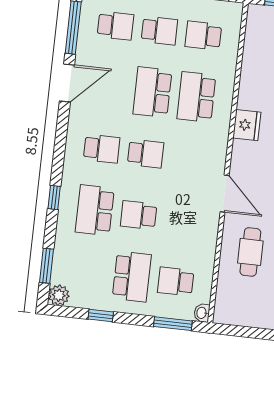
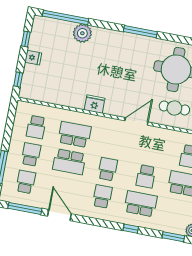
school desk: (196, 97) -> (74, 134), turned 180
school desk: (95, 210) -> (141, 204), turned 180

